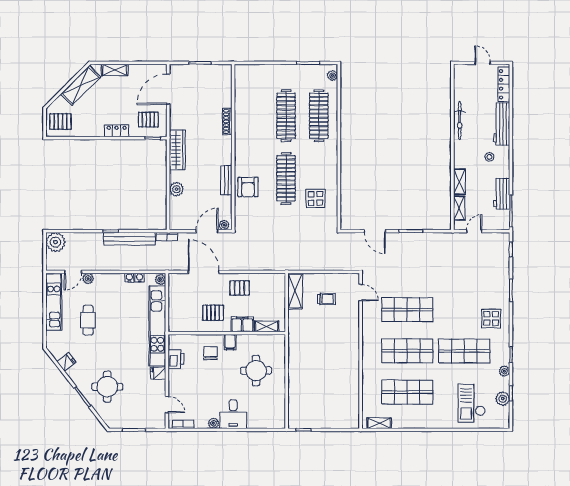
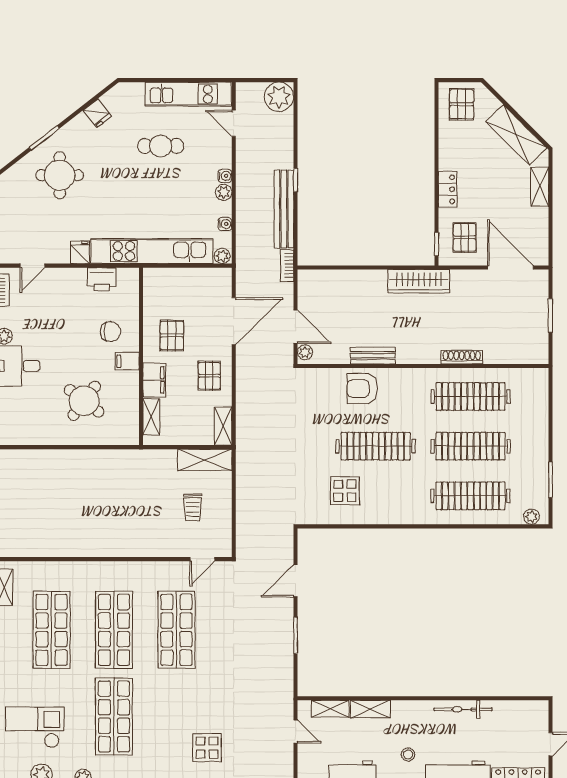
clothes rail: (253, 116) -> (470, 397), added
plant: (176, 189) -> (359, 280), removed
water cooler: (129, 278) -> (225, 176), moved
plant: (88, 279) -> (224, 192), moved
shelving: (273, 279) -> (223, 426), added
display table: (491, 319) -> (207, 748), moved
round table: (256, 371) -> (84, 401), turned 37

